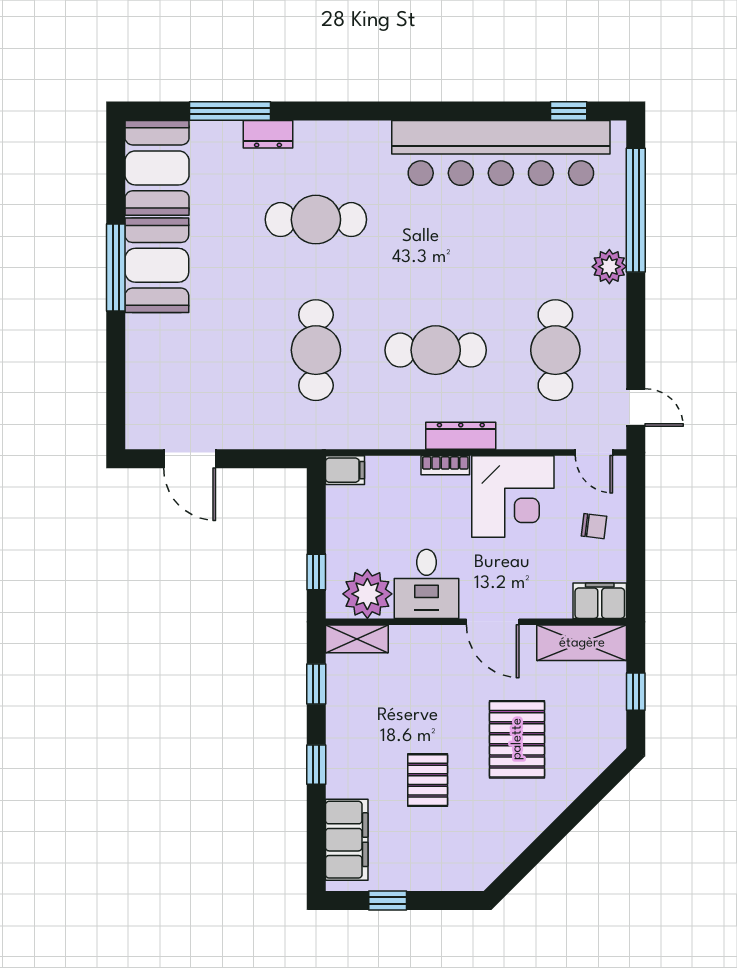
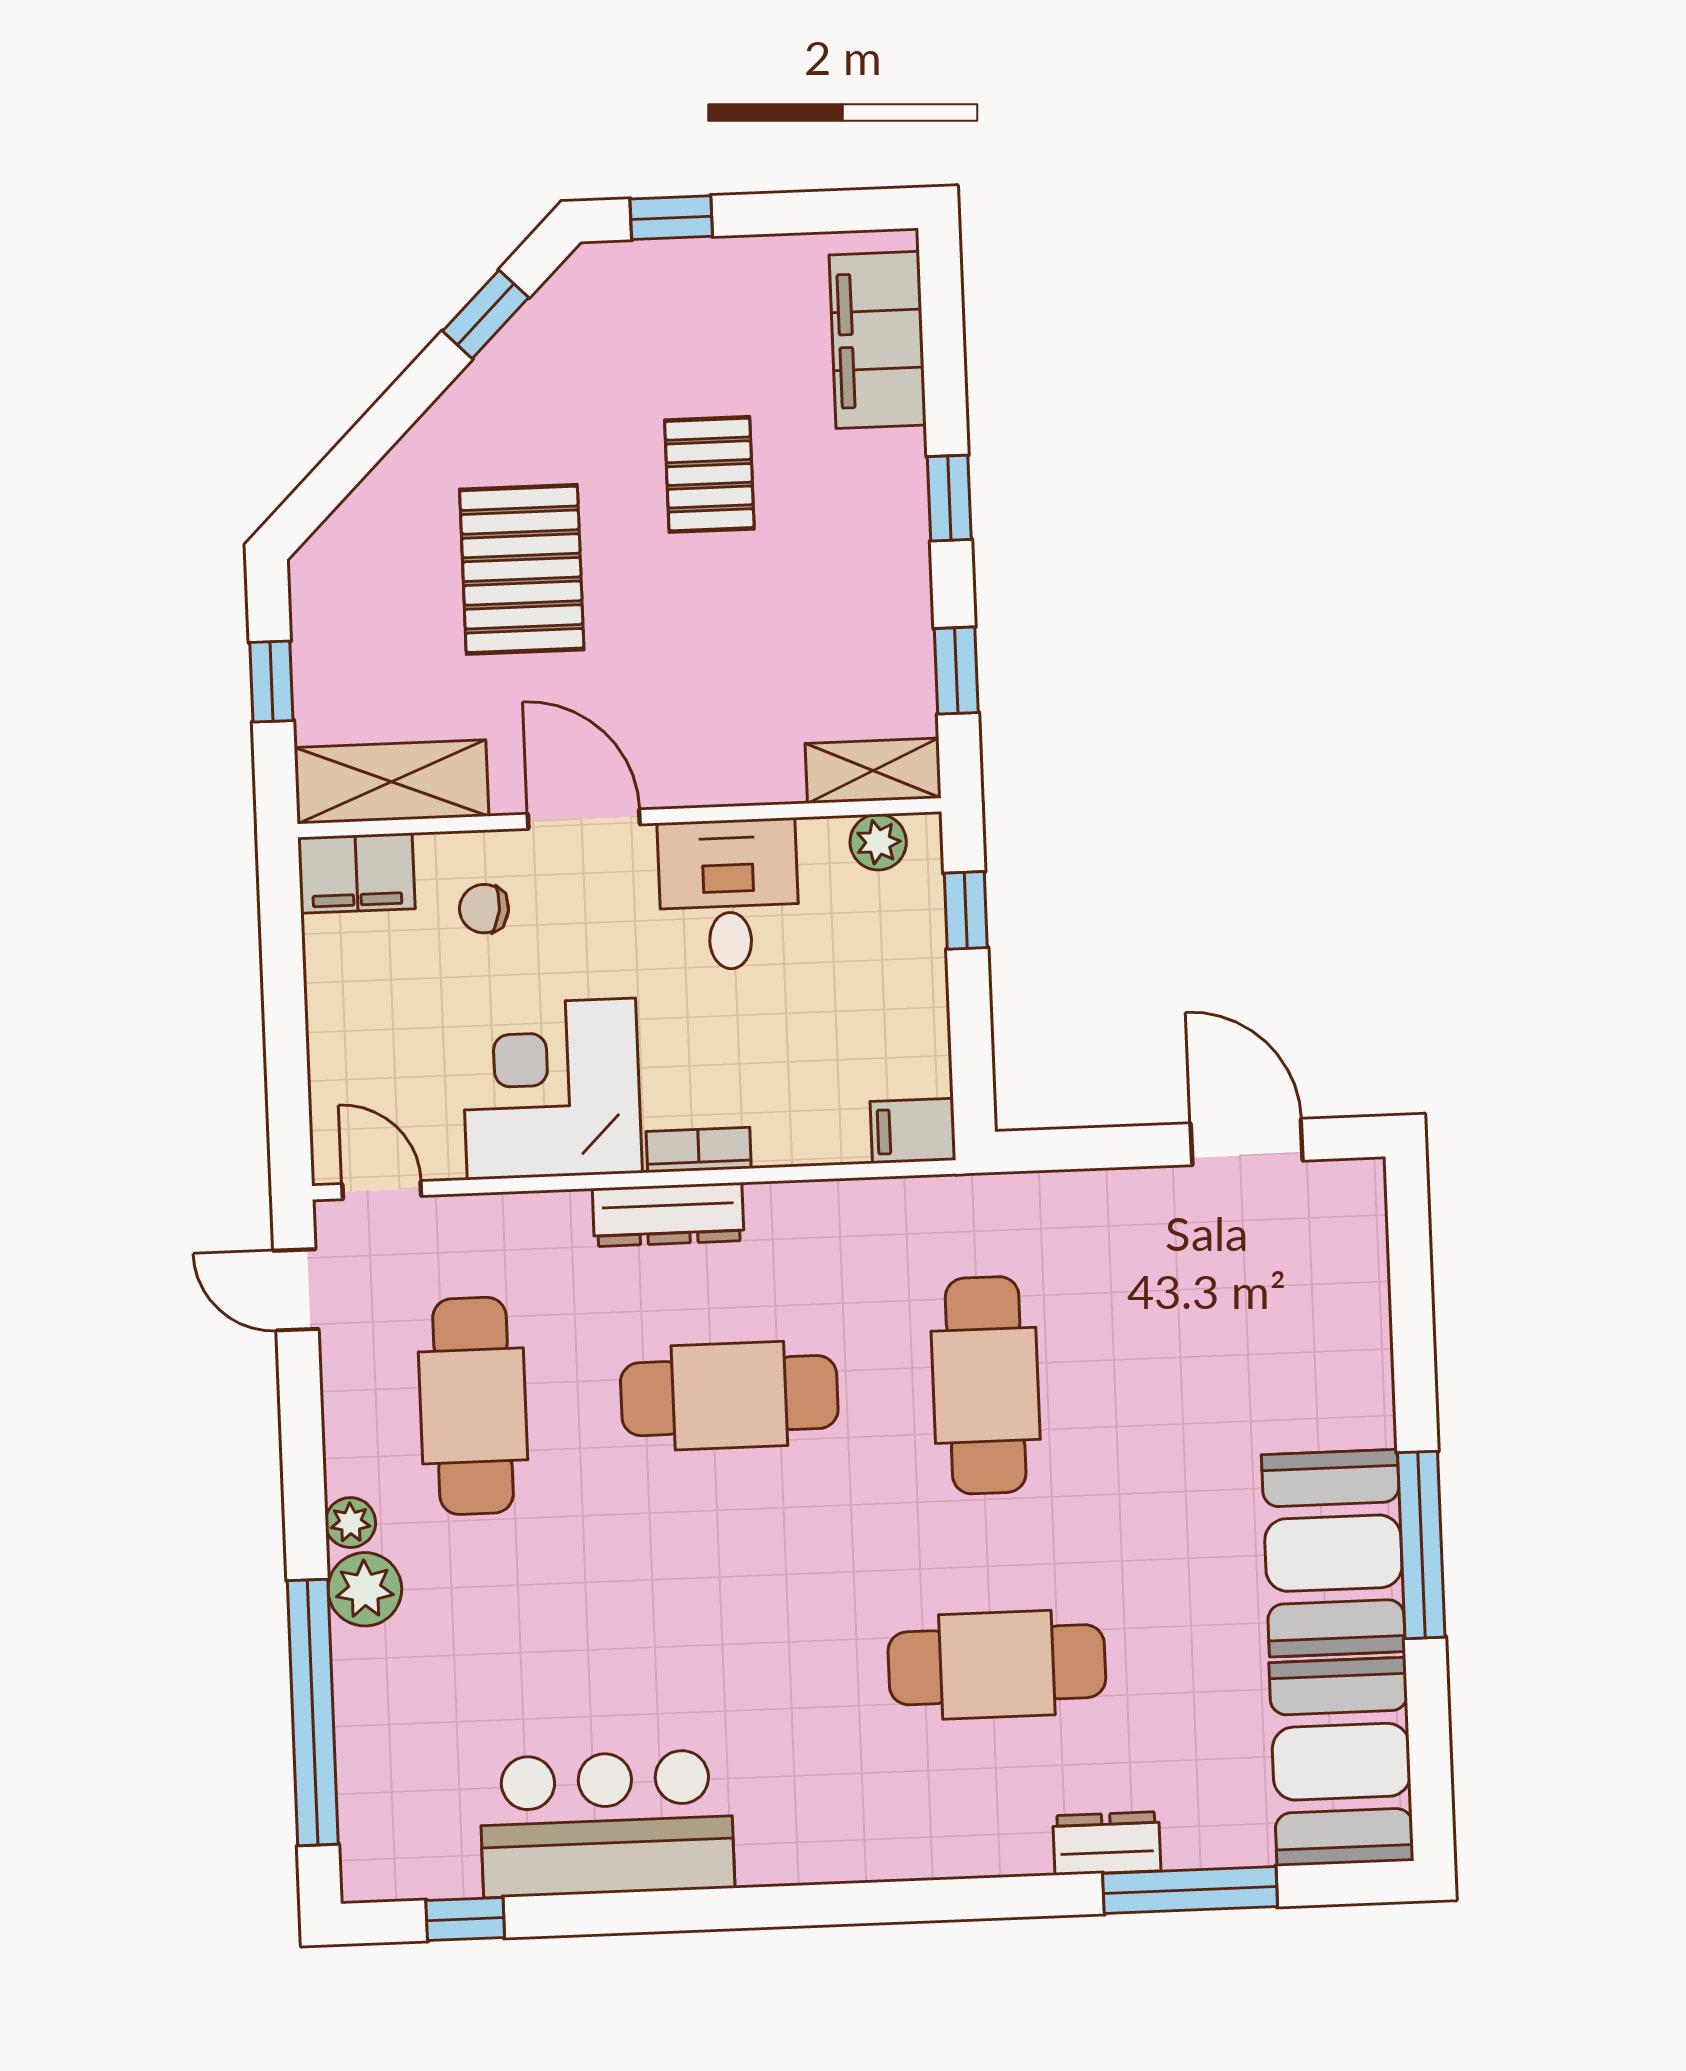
bar counter: (501, 153) -> (607, 1823), width x0.54
plant: (615, 298) -> (350, 1523), added
chair: (594, 526) -> (484, 909), moved
plant: (367, 594) -> (878, 842), width x0.53, depth x0.53
window: (529, 859) -> (486, 314), added
window: (388, 901) -> (671, 218), moved

